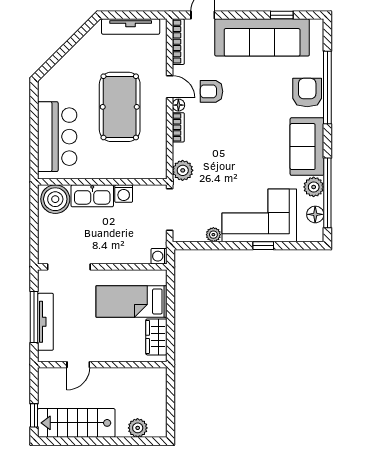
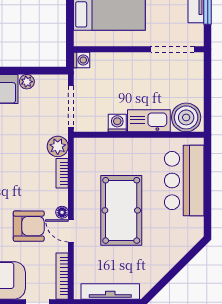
armchair: (212, 91) -> (29, 226), width x1.38, depth x1.38
bookcase: (178, 127) -> (62, 173), moved

